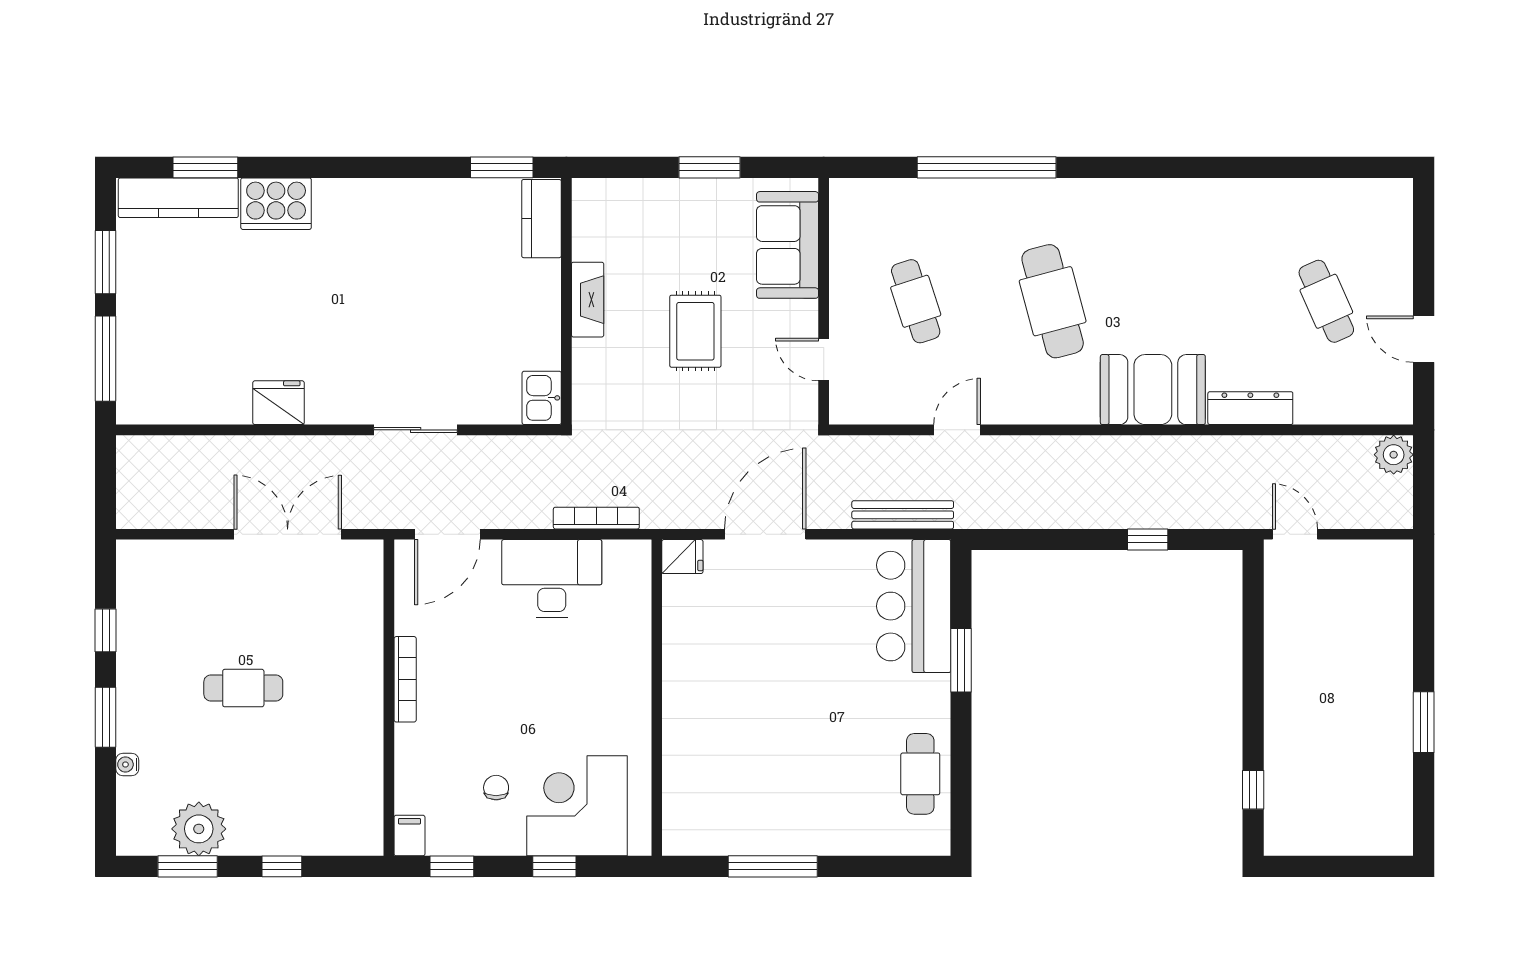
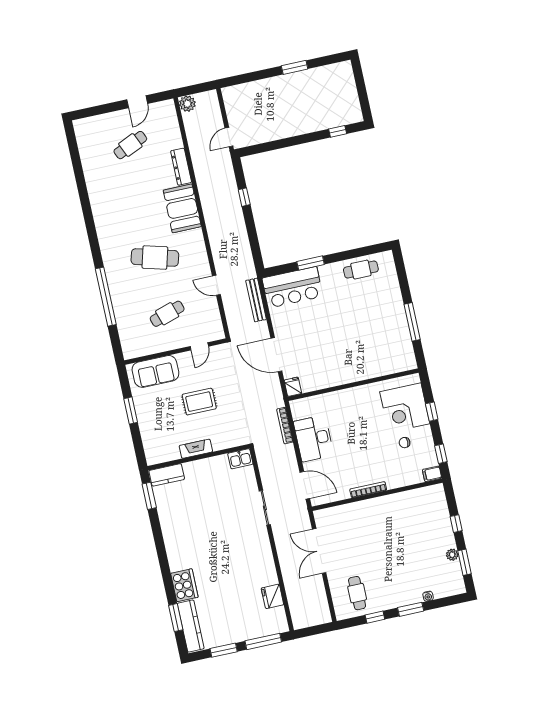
cafe table: (1053, 301) -> (155, 258), turned 30
fridge: (278, 403) -> (272, 596), moved
cafe table: (243, 688) -> (357, 593), moved
plant: (199, 829) -> (452, 555), width x0.53, depth x0.53

